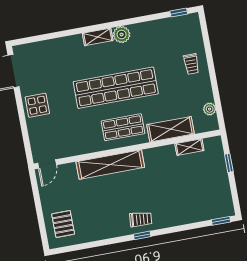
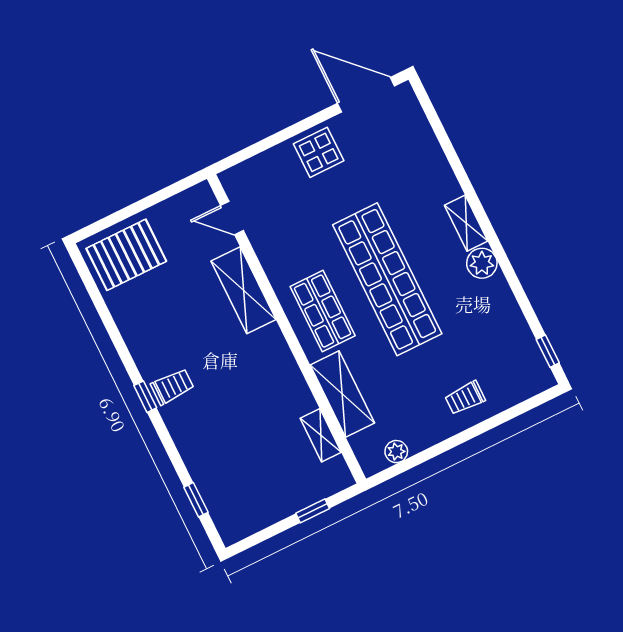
door: (47, 164) -> (232, 218), moved
shelving: (110, 165) -> (244, 290), width x0.68
trolley: (141, 219) -> (172, 386), turned -95
window: (221, 221) -> (196, 500), moved
pallet: (63, 224) -> (126, 255), width x1.50, depth x1.42

